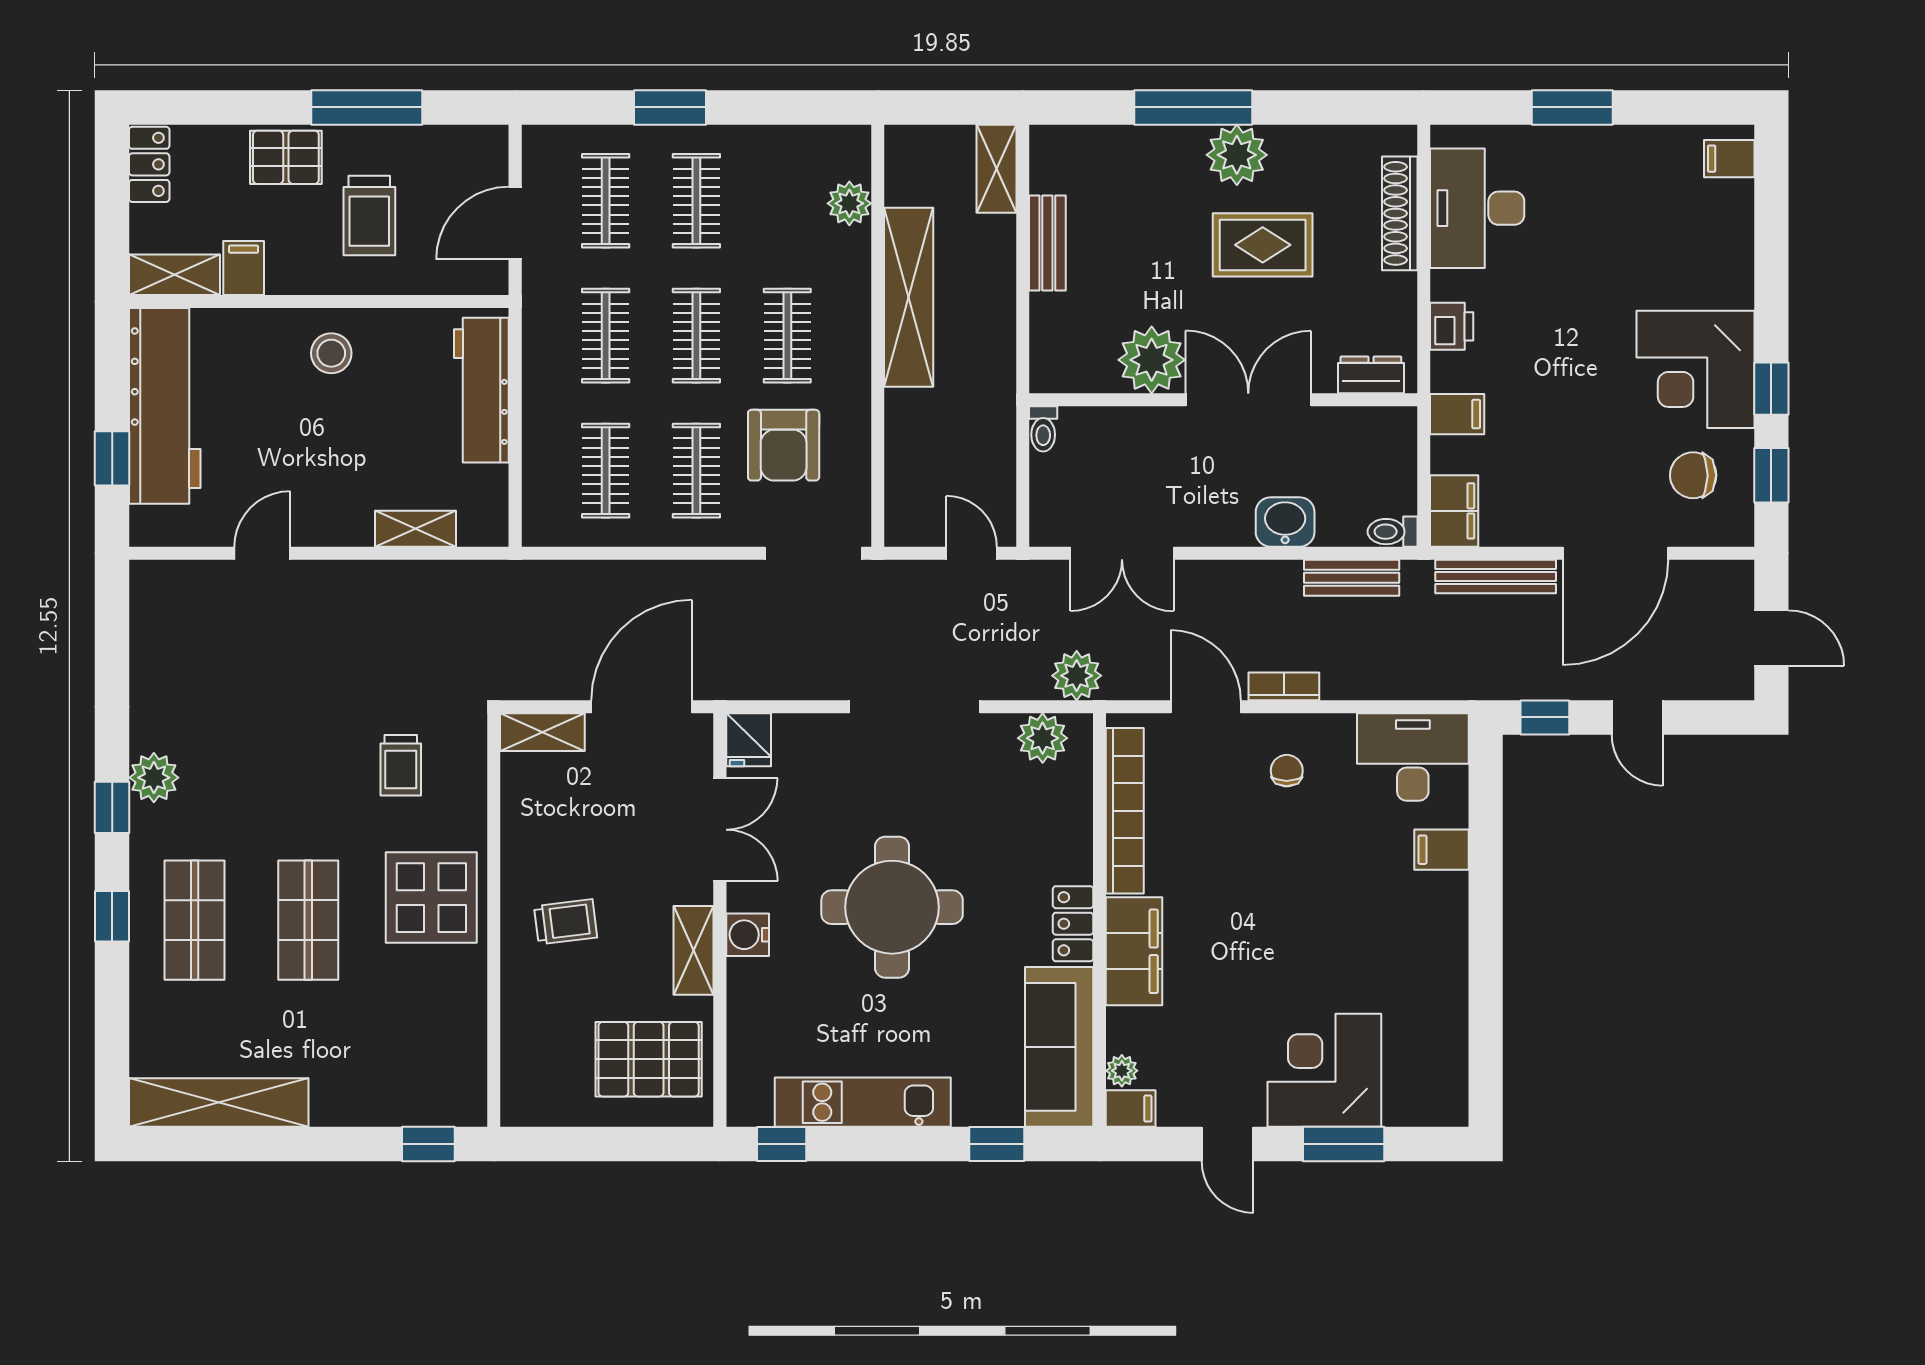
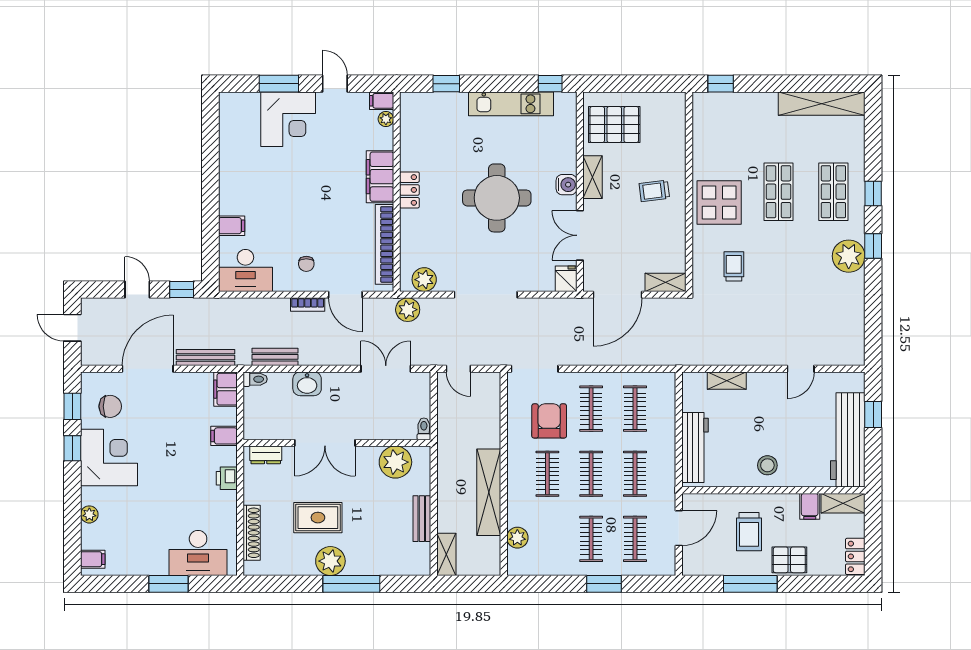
desk: (1477, 208) -> (198, 553), moved, turned 90
trolley: (369, 216) -> (749, 532), turned 180
plant: (1736, 251) -> (89, 514), added
plant: (1152, 360) -> (395, 462), moved
plant: (154, 778) -> (849, 256), width x1.36, depth x1.36
sofa: (1059, 1047) -> (416, 130), removed

